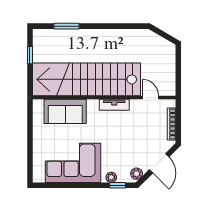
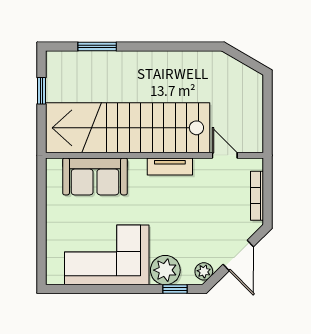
plant: (111, 177) -> (165, 270), width x1.87, depth x1.87

